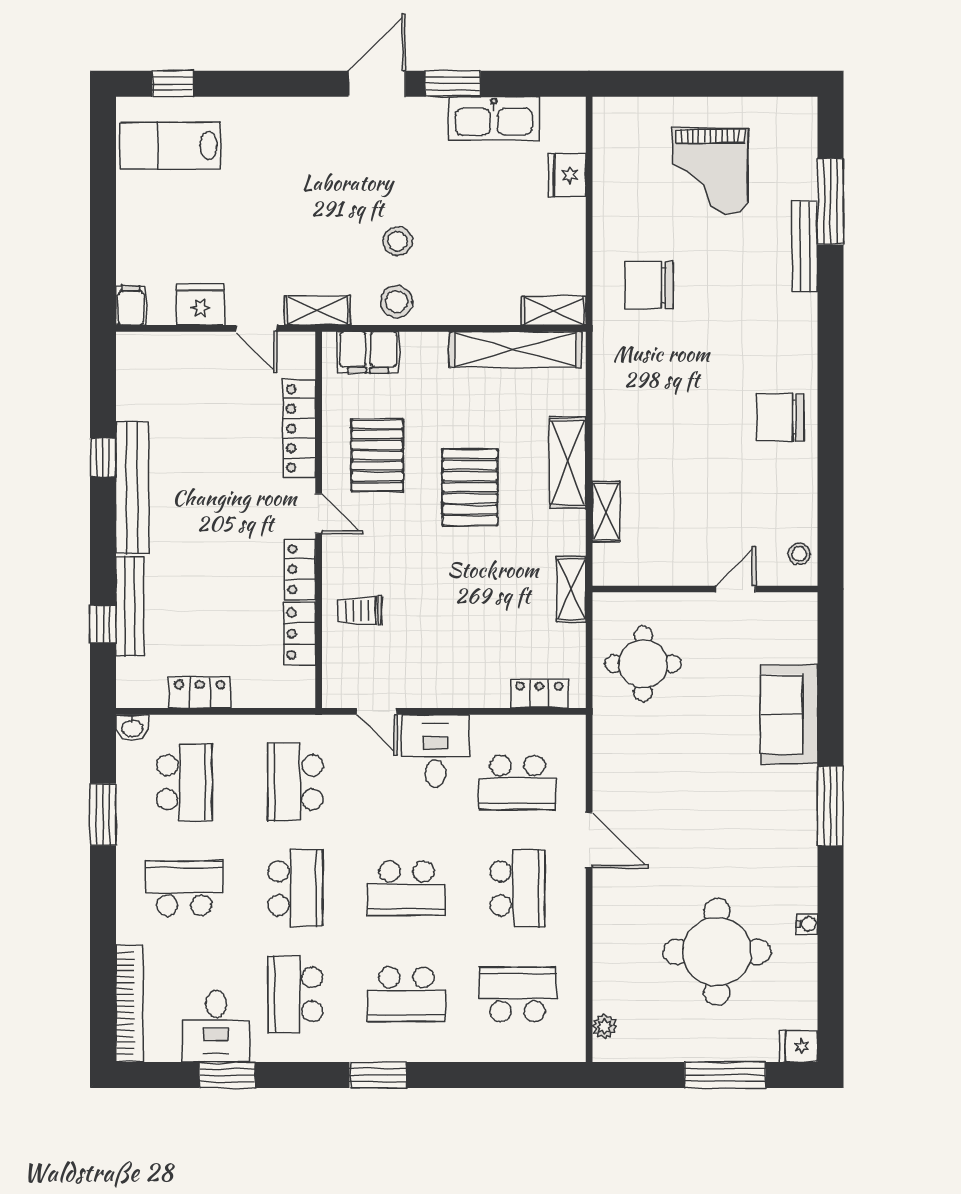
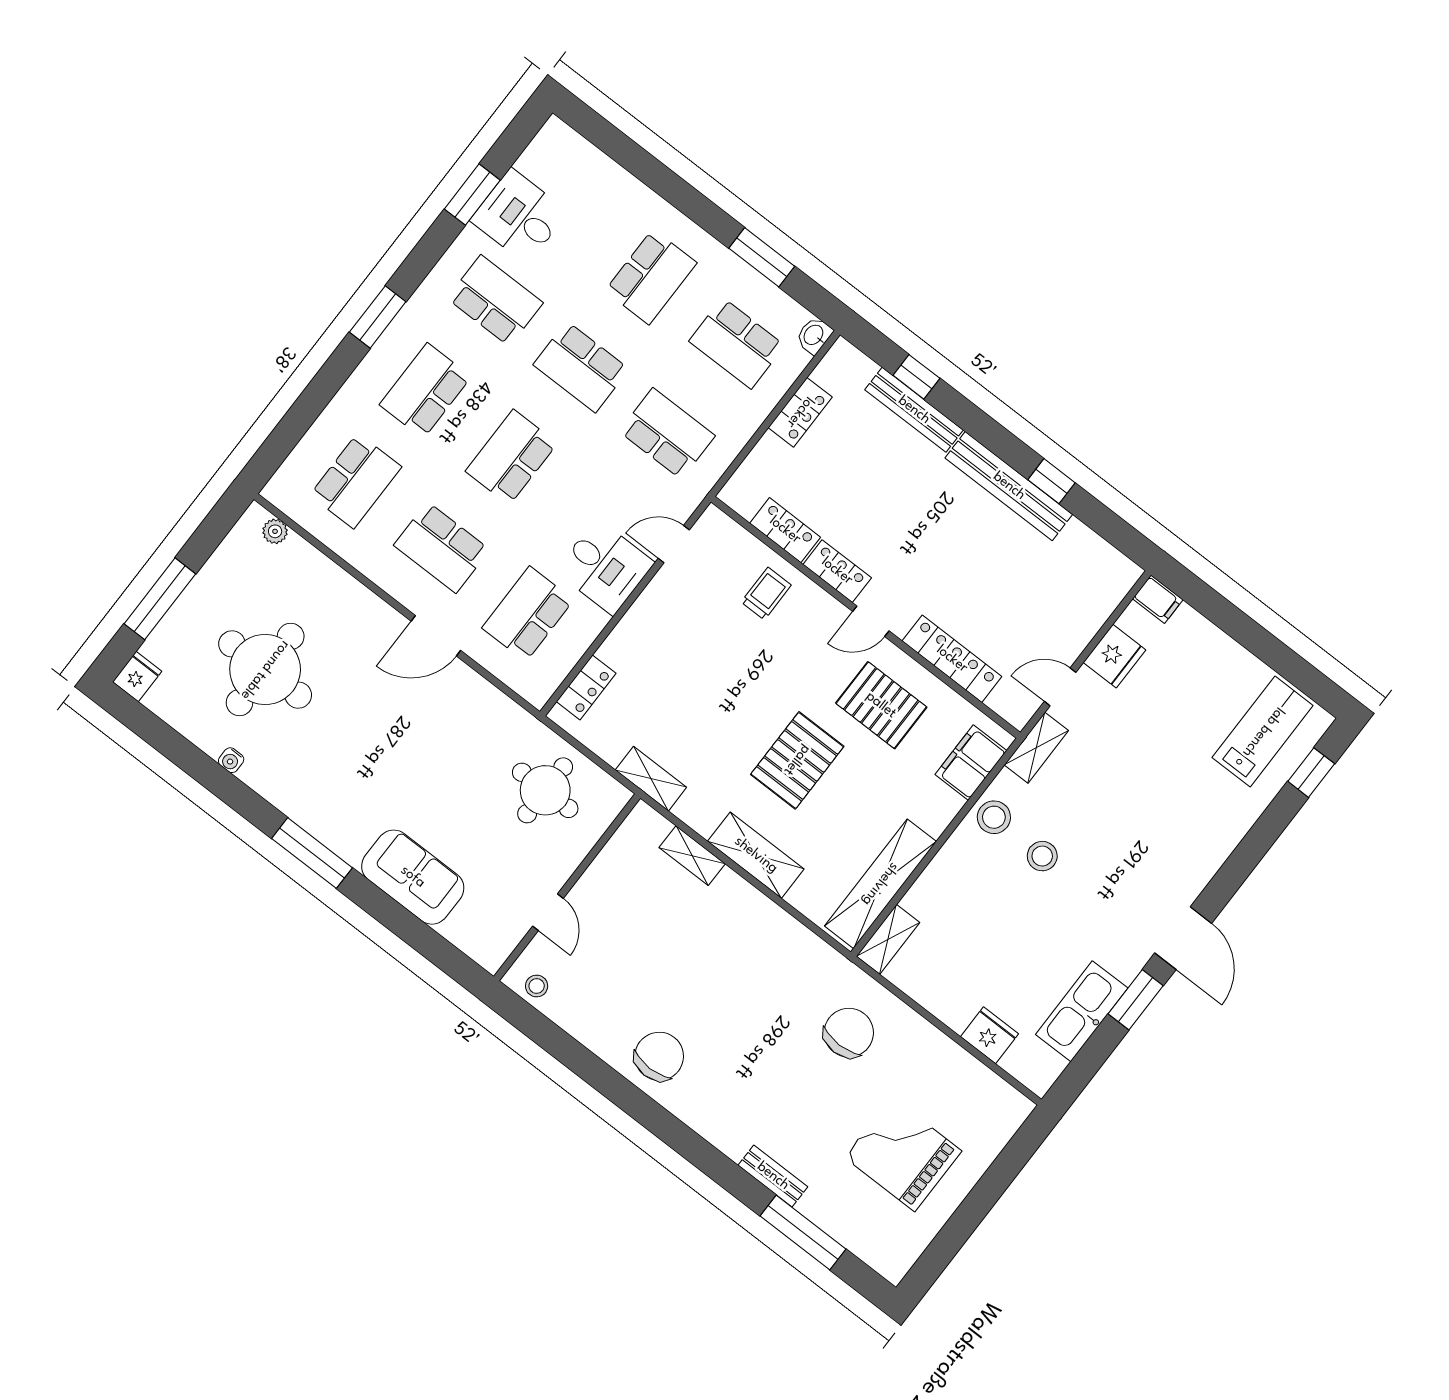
bench: (805, 246) -> (773, 1176), width x0.73
pallet: (470, 487) -> (797, 760), turned 90
bookcase: (129, 1003) -> (592, 160), removed

